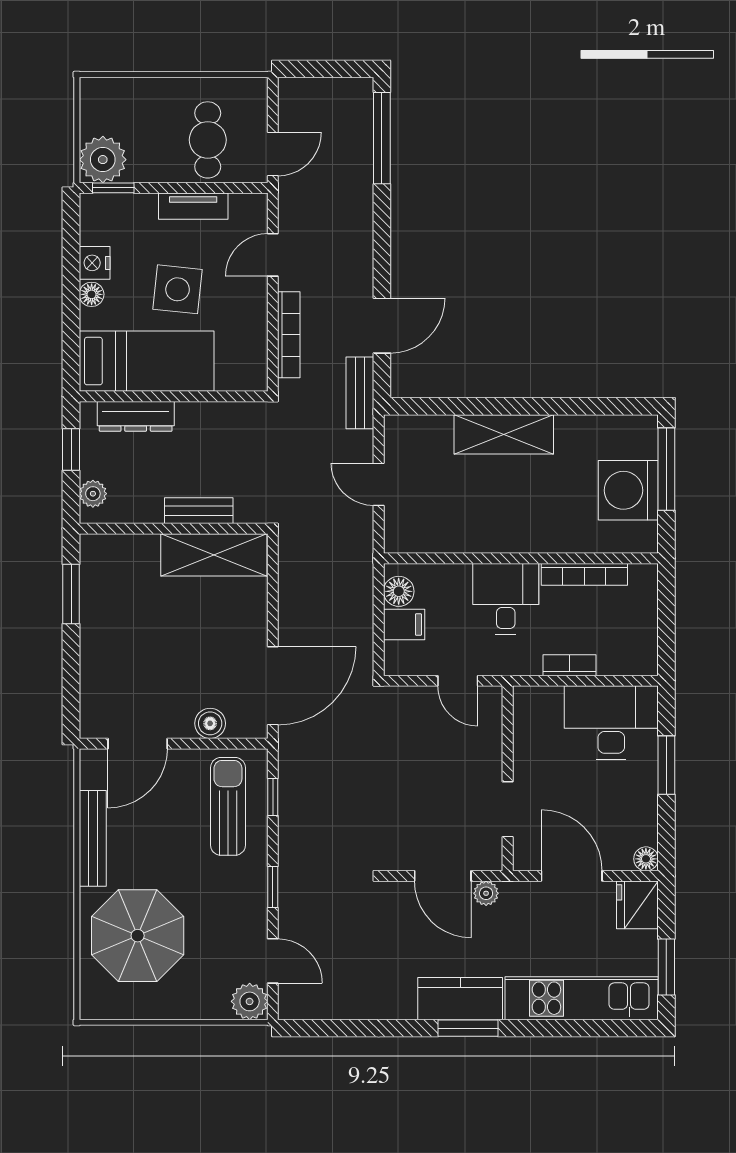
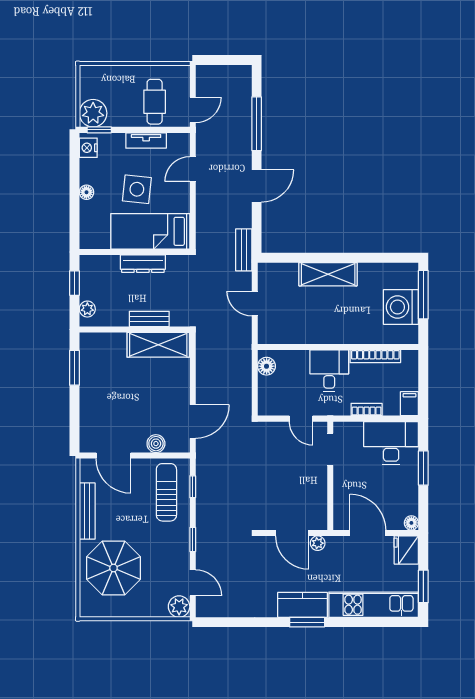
window: (382, 138) -> (257, 124), moved
nightstand: (95, 263) -> (88, 148), moved
door: (382, 326) -> (257, 186), moved
bookcase: (289, 335) -> (202, 216), removed
bed: (147, 361) -> (150, 231), moved, turned 180
dresser: (136, 416) -> (143, 264), moved
filing cabinet: (404, 625) -> (409, 404), moved, turned -90
door: (273, 686) -> (193, 422), width x0.73
door: (138, 744) -> (113, 455), hinge flipped
doorway: (508, 809) -> (330, 449), moved

